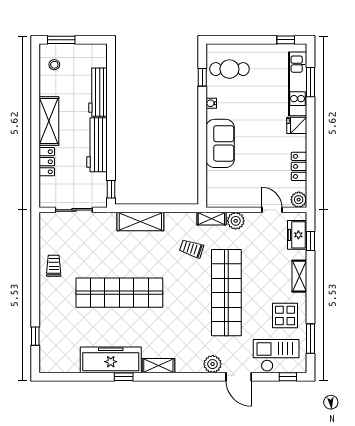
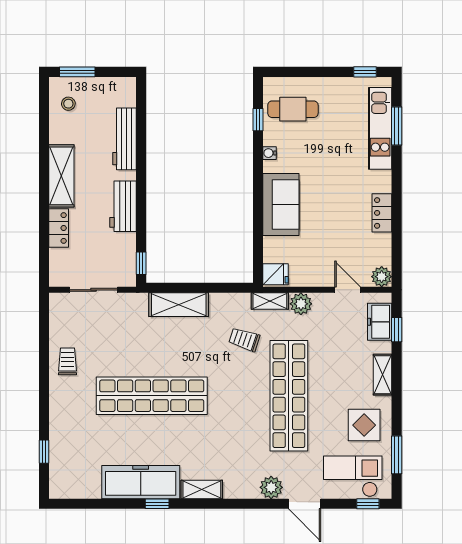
fridge: (297, 125) -> (276, 274), moved, turned 180
workbench: (97, 145) -> (123, 206), width x0.73
locker: (299, 166) -> (382, 213), moved

